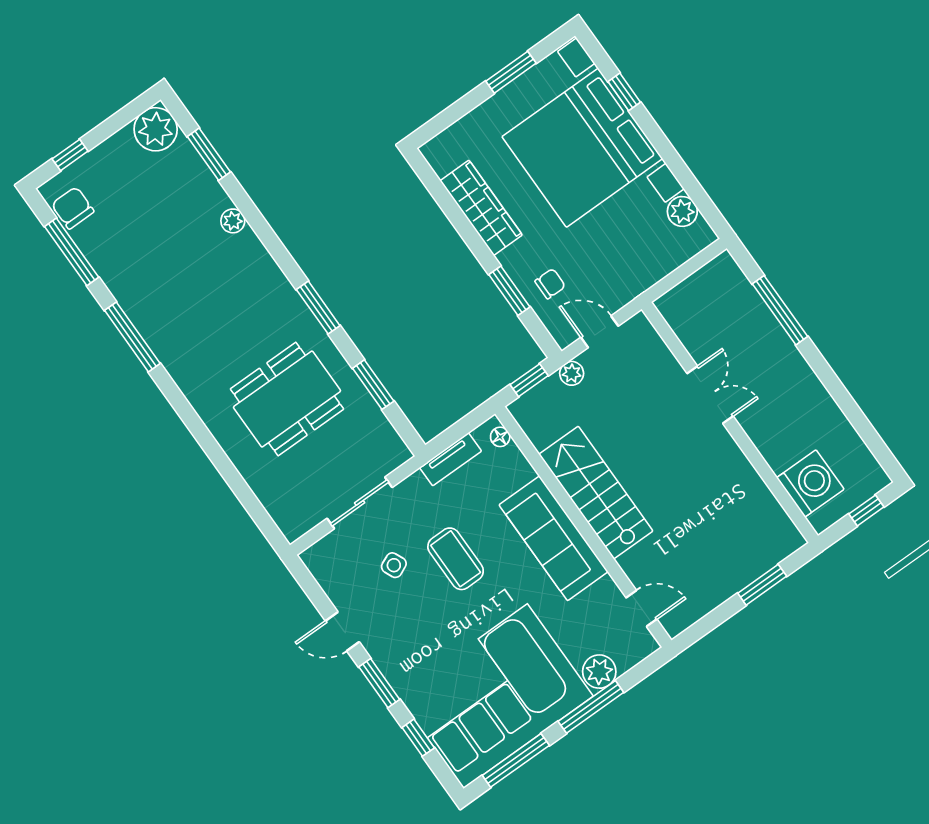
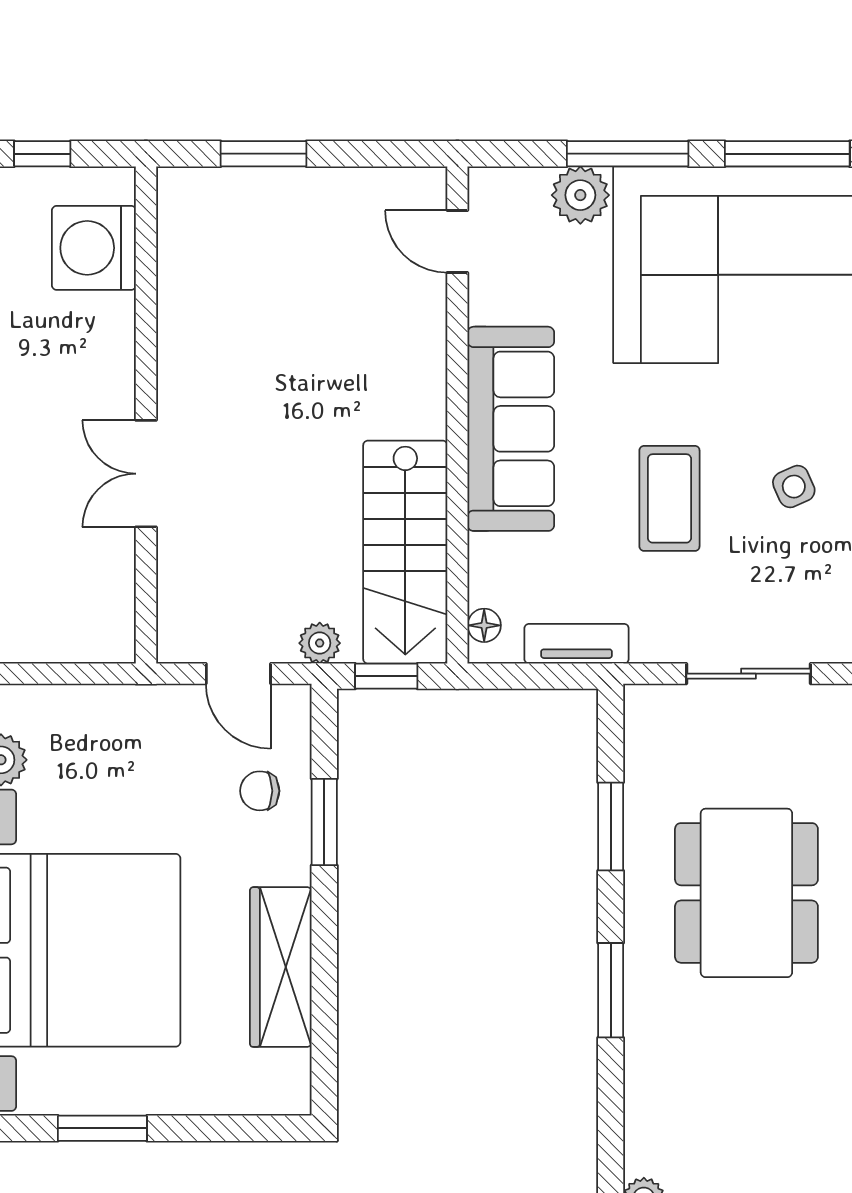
dining table: (287, 399) -> (746, 893), turned 90
stairs: (596, 493) -> (405, 552), moved
side table: (394, 565) -> (794, 487), moved

